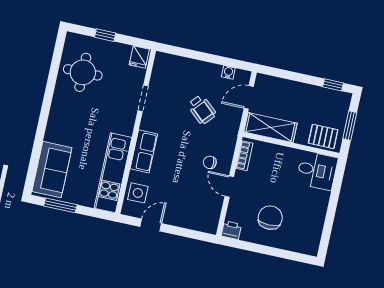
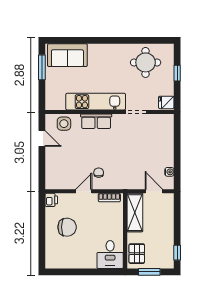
wheelchair: (202, 110) -> (137, 158), removed
kitchen unit: (113, 173) -> (96, 102), moved

